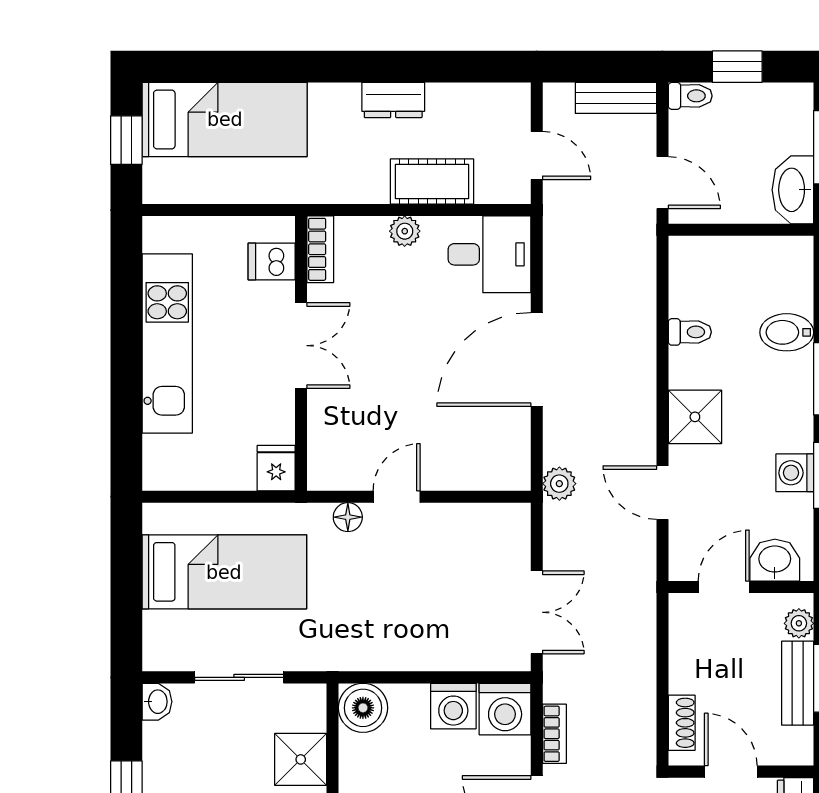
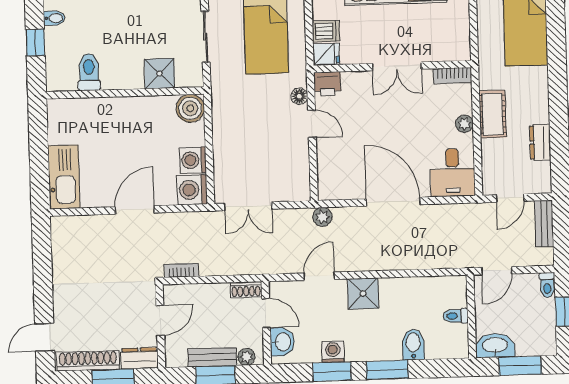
bench: (616, 98) -> (544, 224), moved
dresser: (393, 100) -> (540, 142), moved
cot: (432, 182) -> (493, 114), moved
dishwasher: (272, 261) -> (326, 31), moved, turned 90
toilet: (690, 332) -> (456, 316), moved, turned 90
printer: (328, 468) -> (327, 84), added
shoe rack: (682, 723) -> (246, 290), moved
bookcase: (554, 734) -> (181, 270), moved, turned 180

